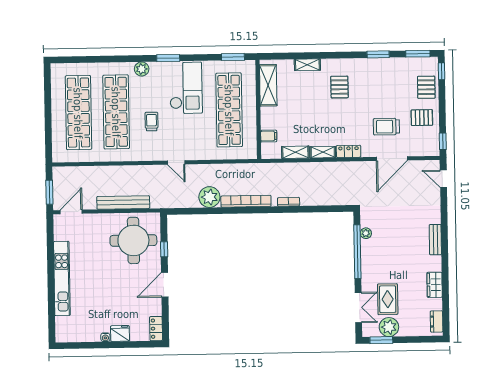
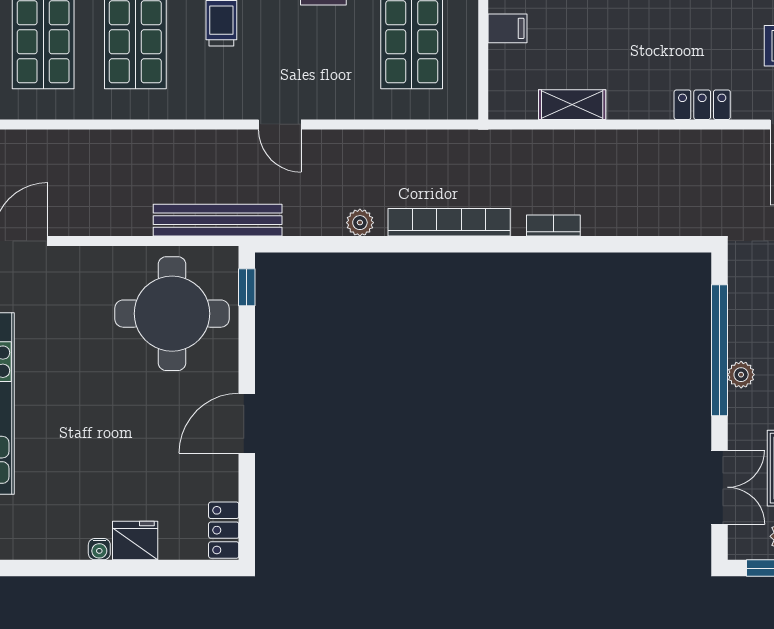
filing cabinet: (269, 136) -> (507, 28), moved
shelving: (323, 152) -> (639, 106), removed
plant: (209, 197) -> (360, 223), width x0.53, depth x0.53
bench: (123, 202) -> (218, 220), moved
plant: (366, 233) -> (741, 375), moved
window: (164, 249) -> (247, 287), moved

